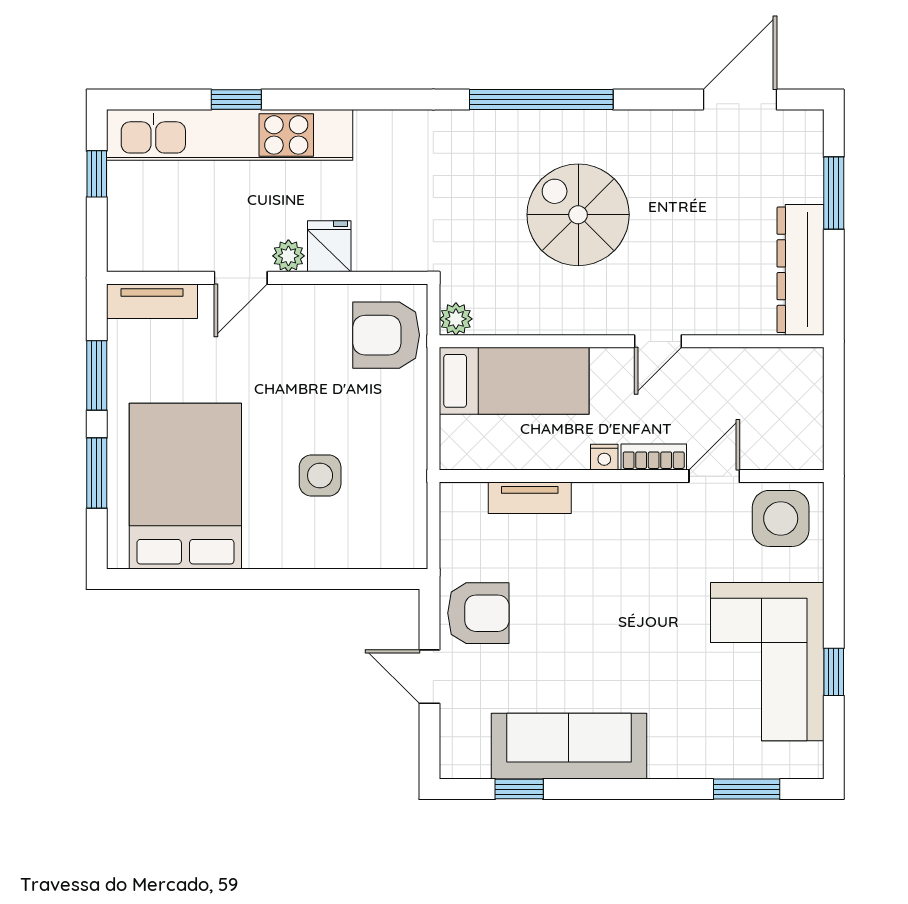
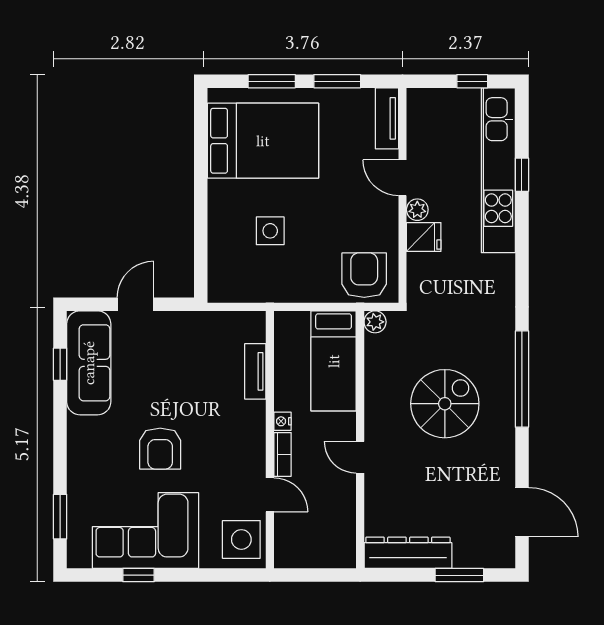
armchair: (478, 613) -> (160, 449), moved
sofa: (569, 746) -> (89, 363), moved

